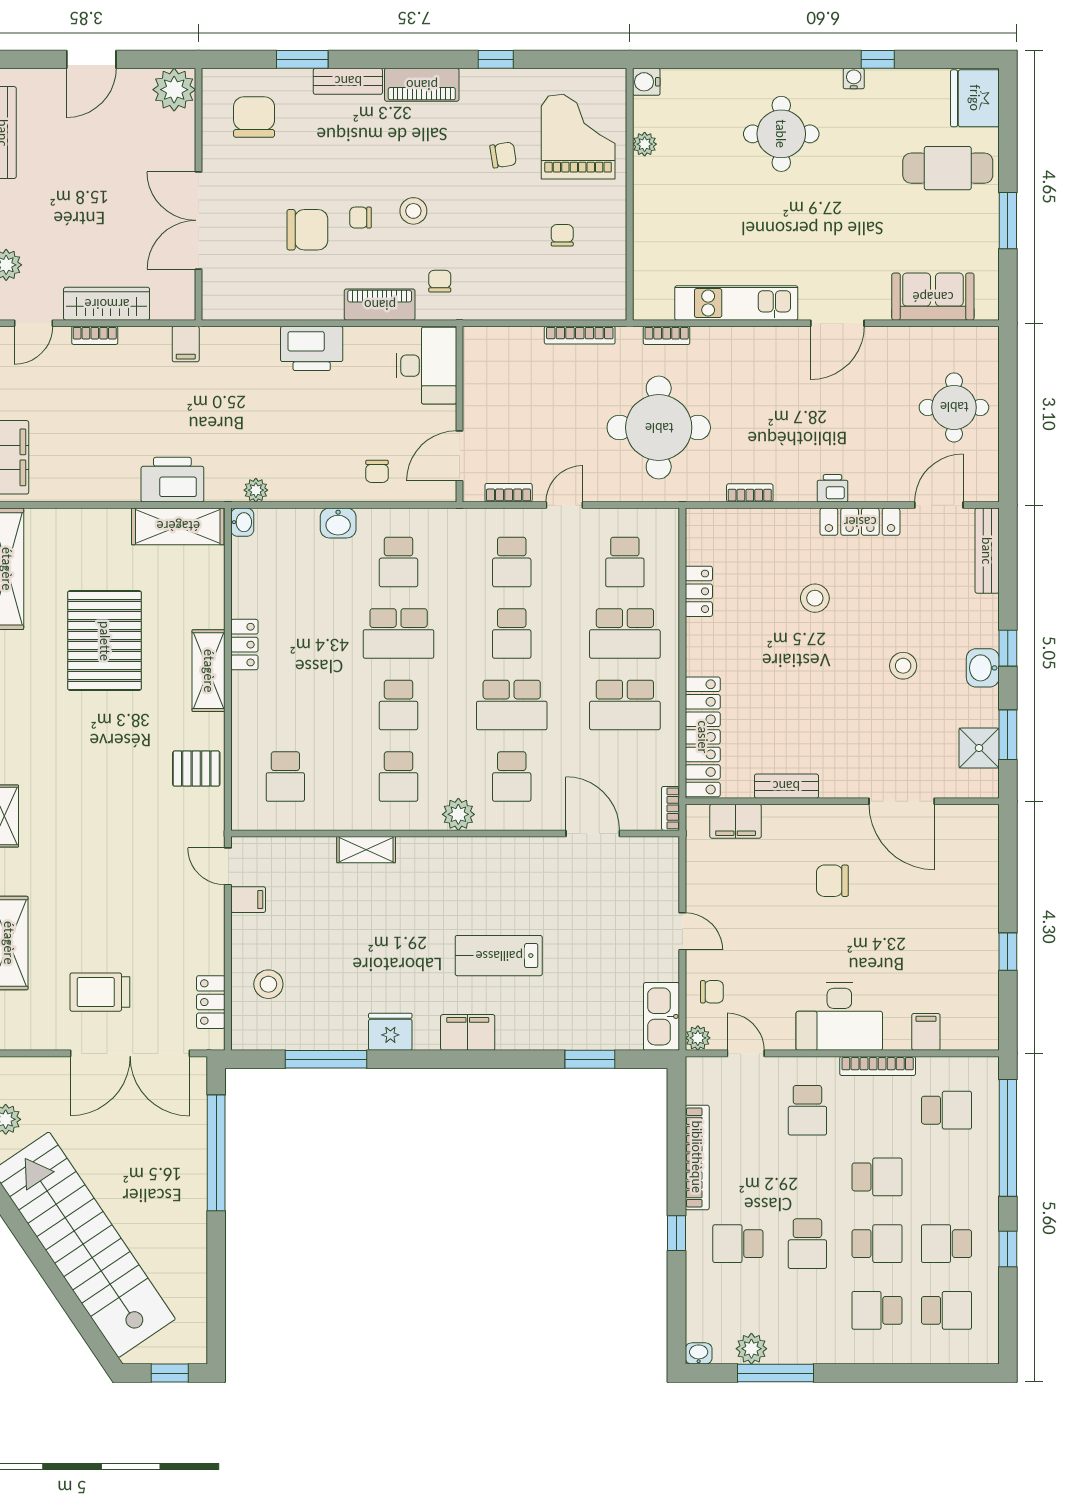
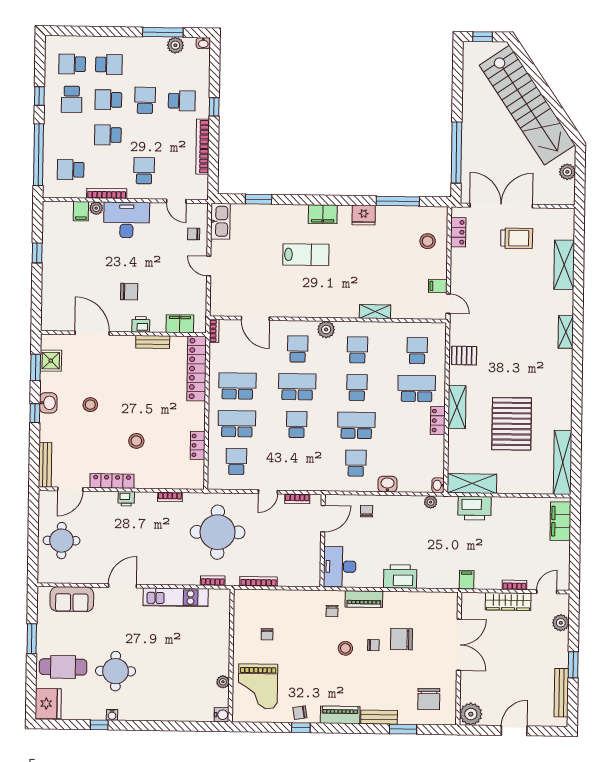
round table: (781, 134) -> (116, 671), moved
chair: (503, 155) -> (300, 713), moved
school desk: (512, 562) -> (417, 388), moved, width x1.85
printer: (810, 819) -> (141, 324), added
plant: (698, 1038) -> (96, 208), moved
school desk: (946, 1244) -> (72, 99), turned 90

